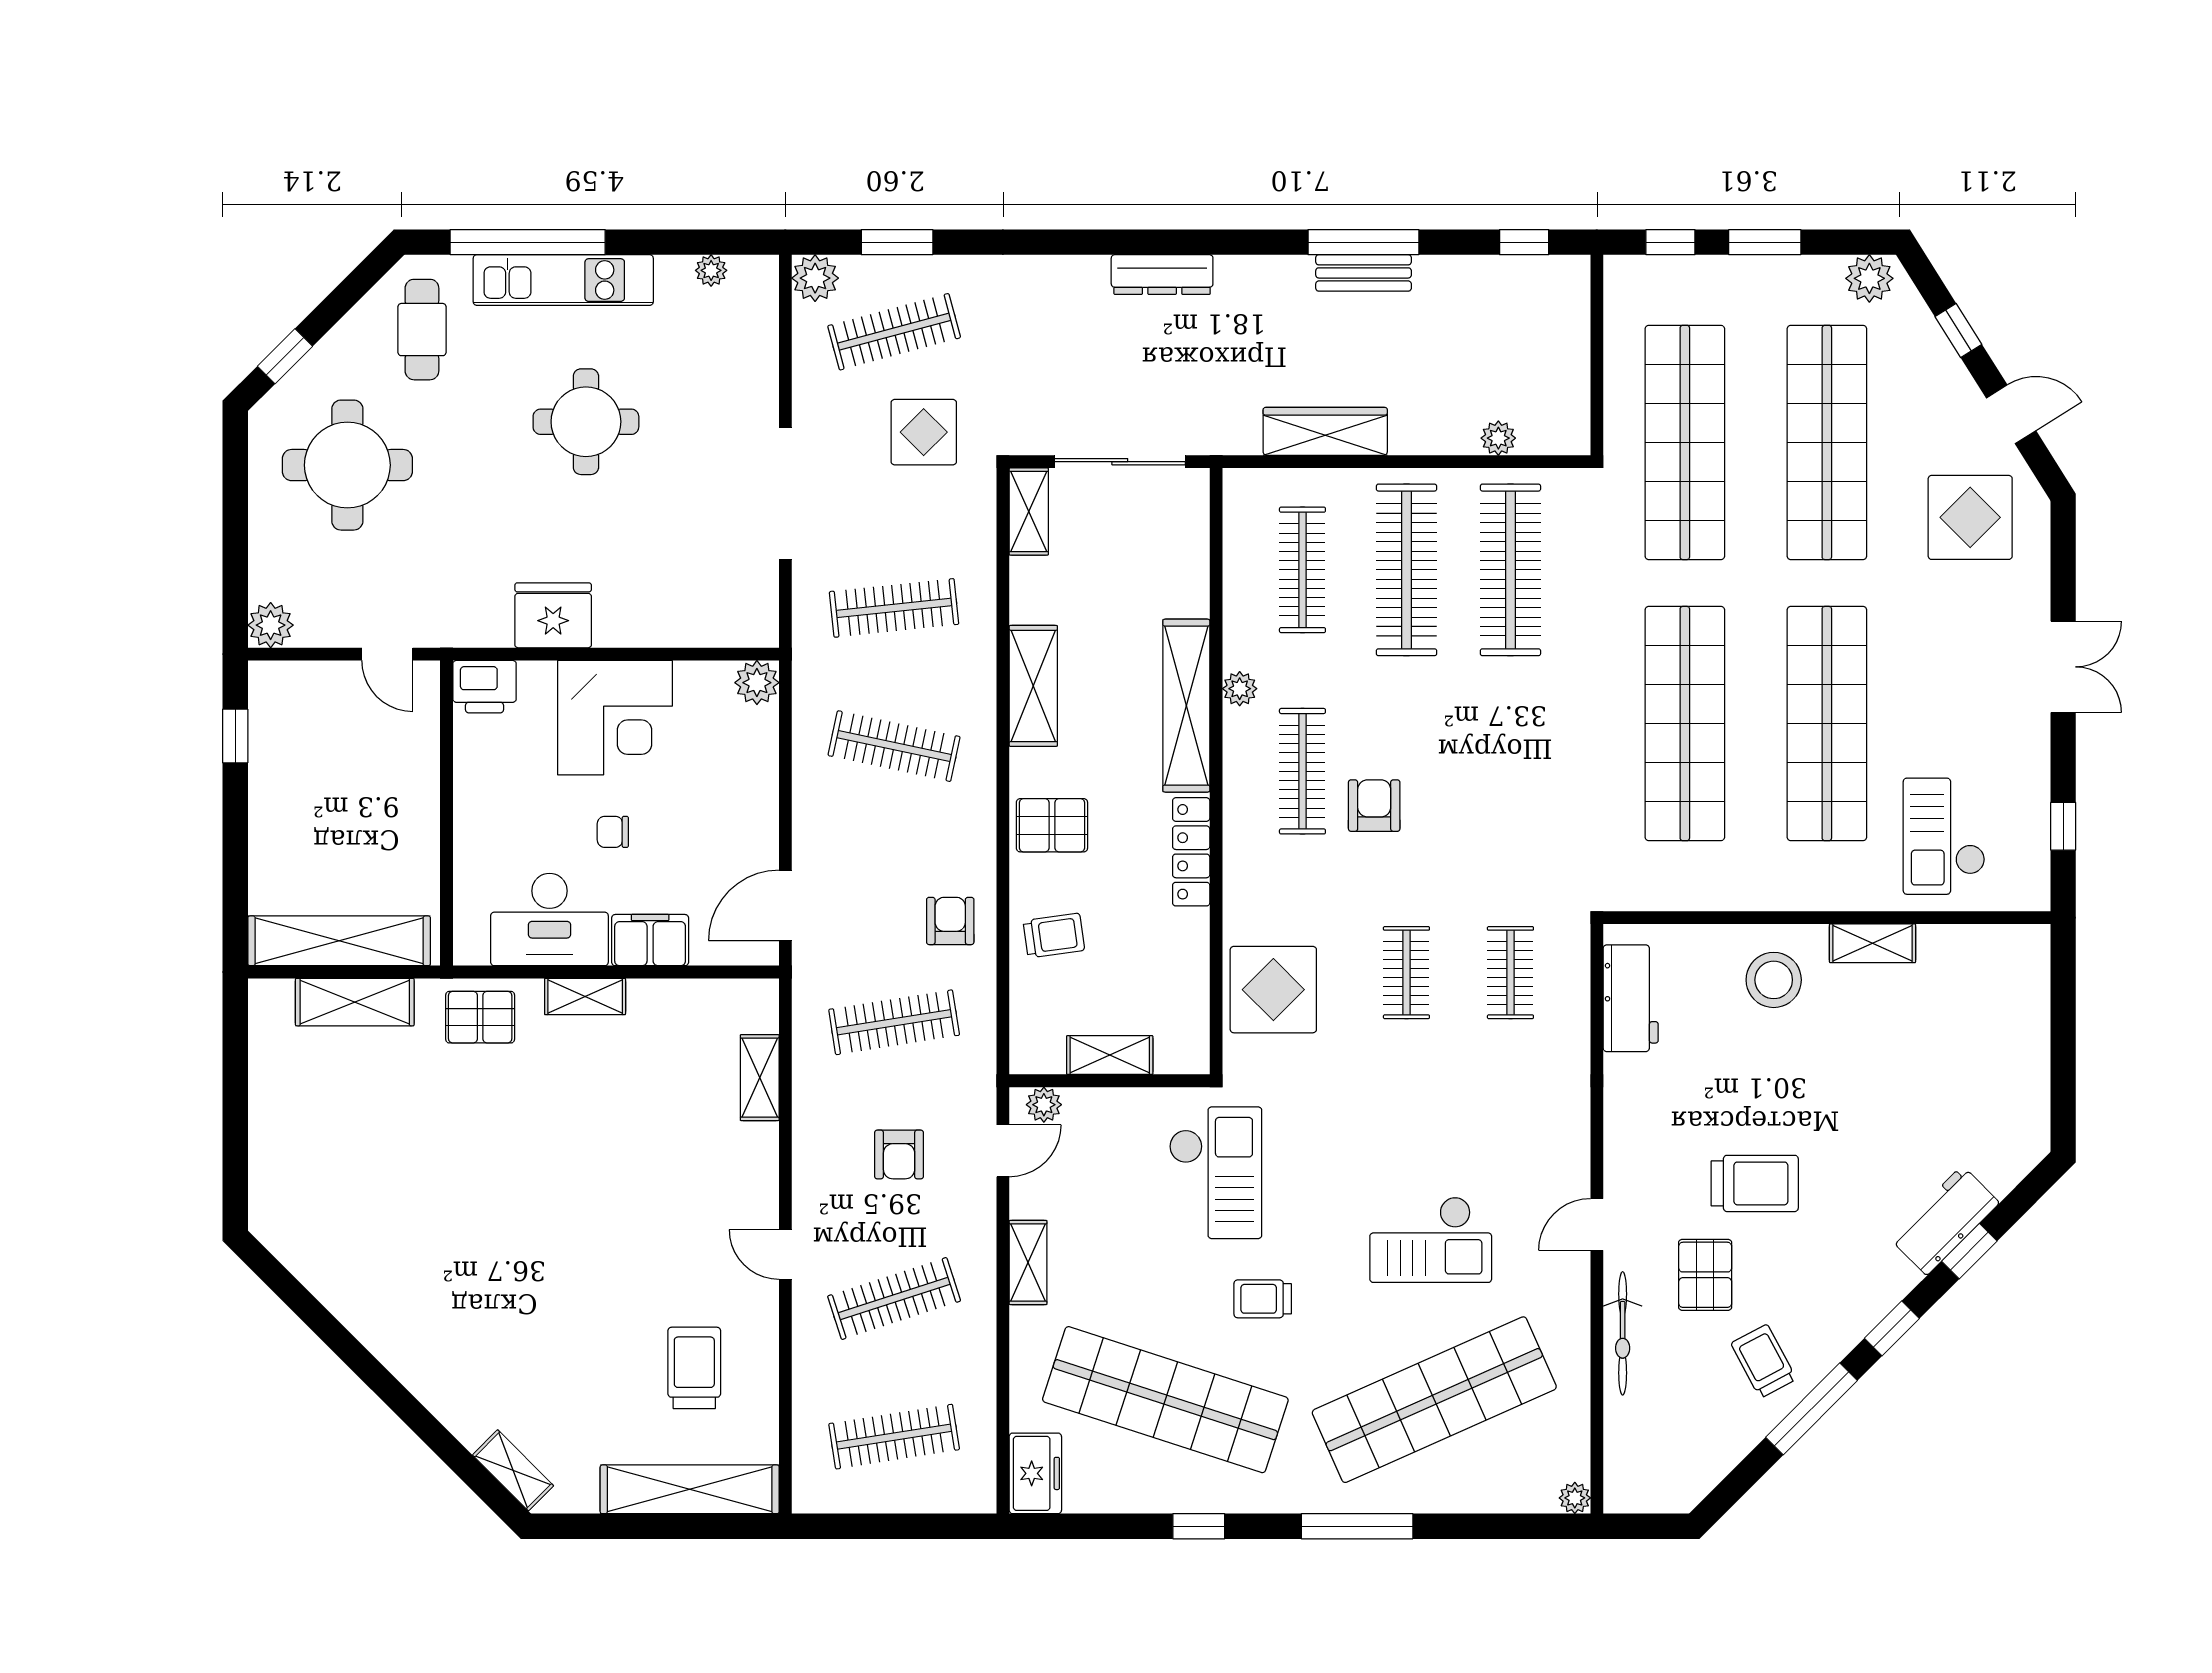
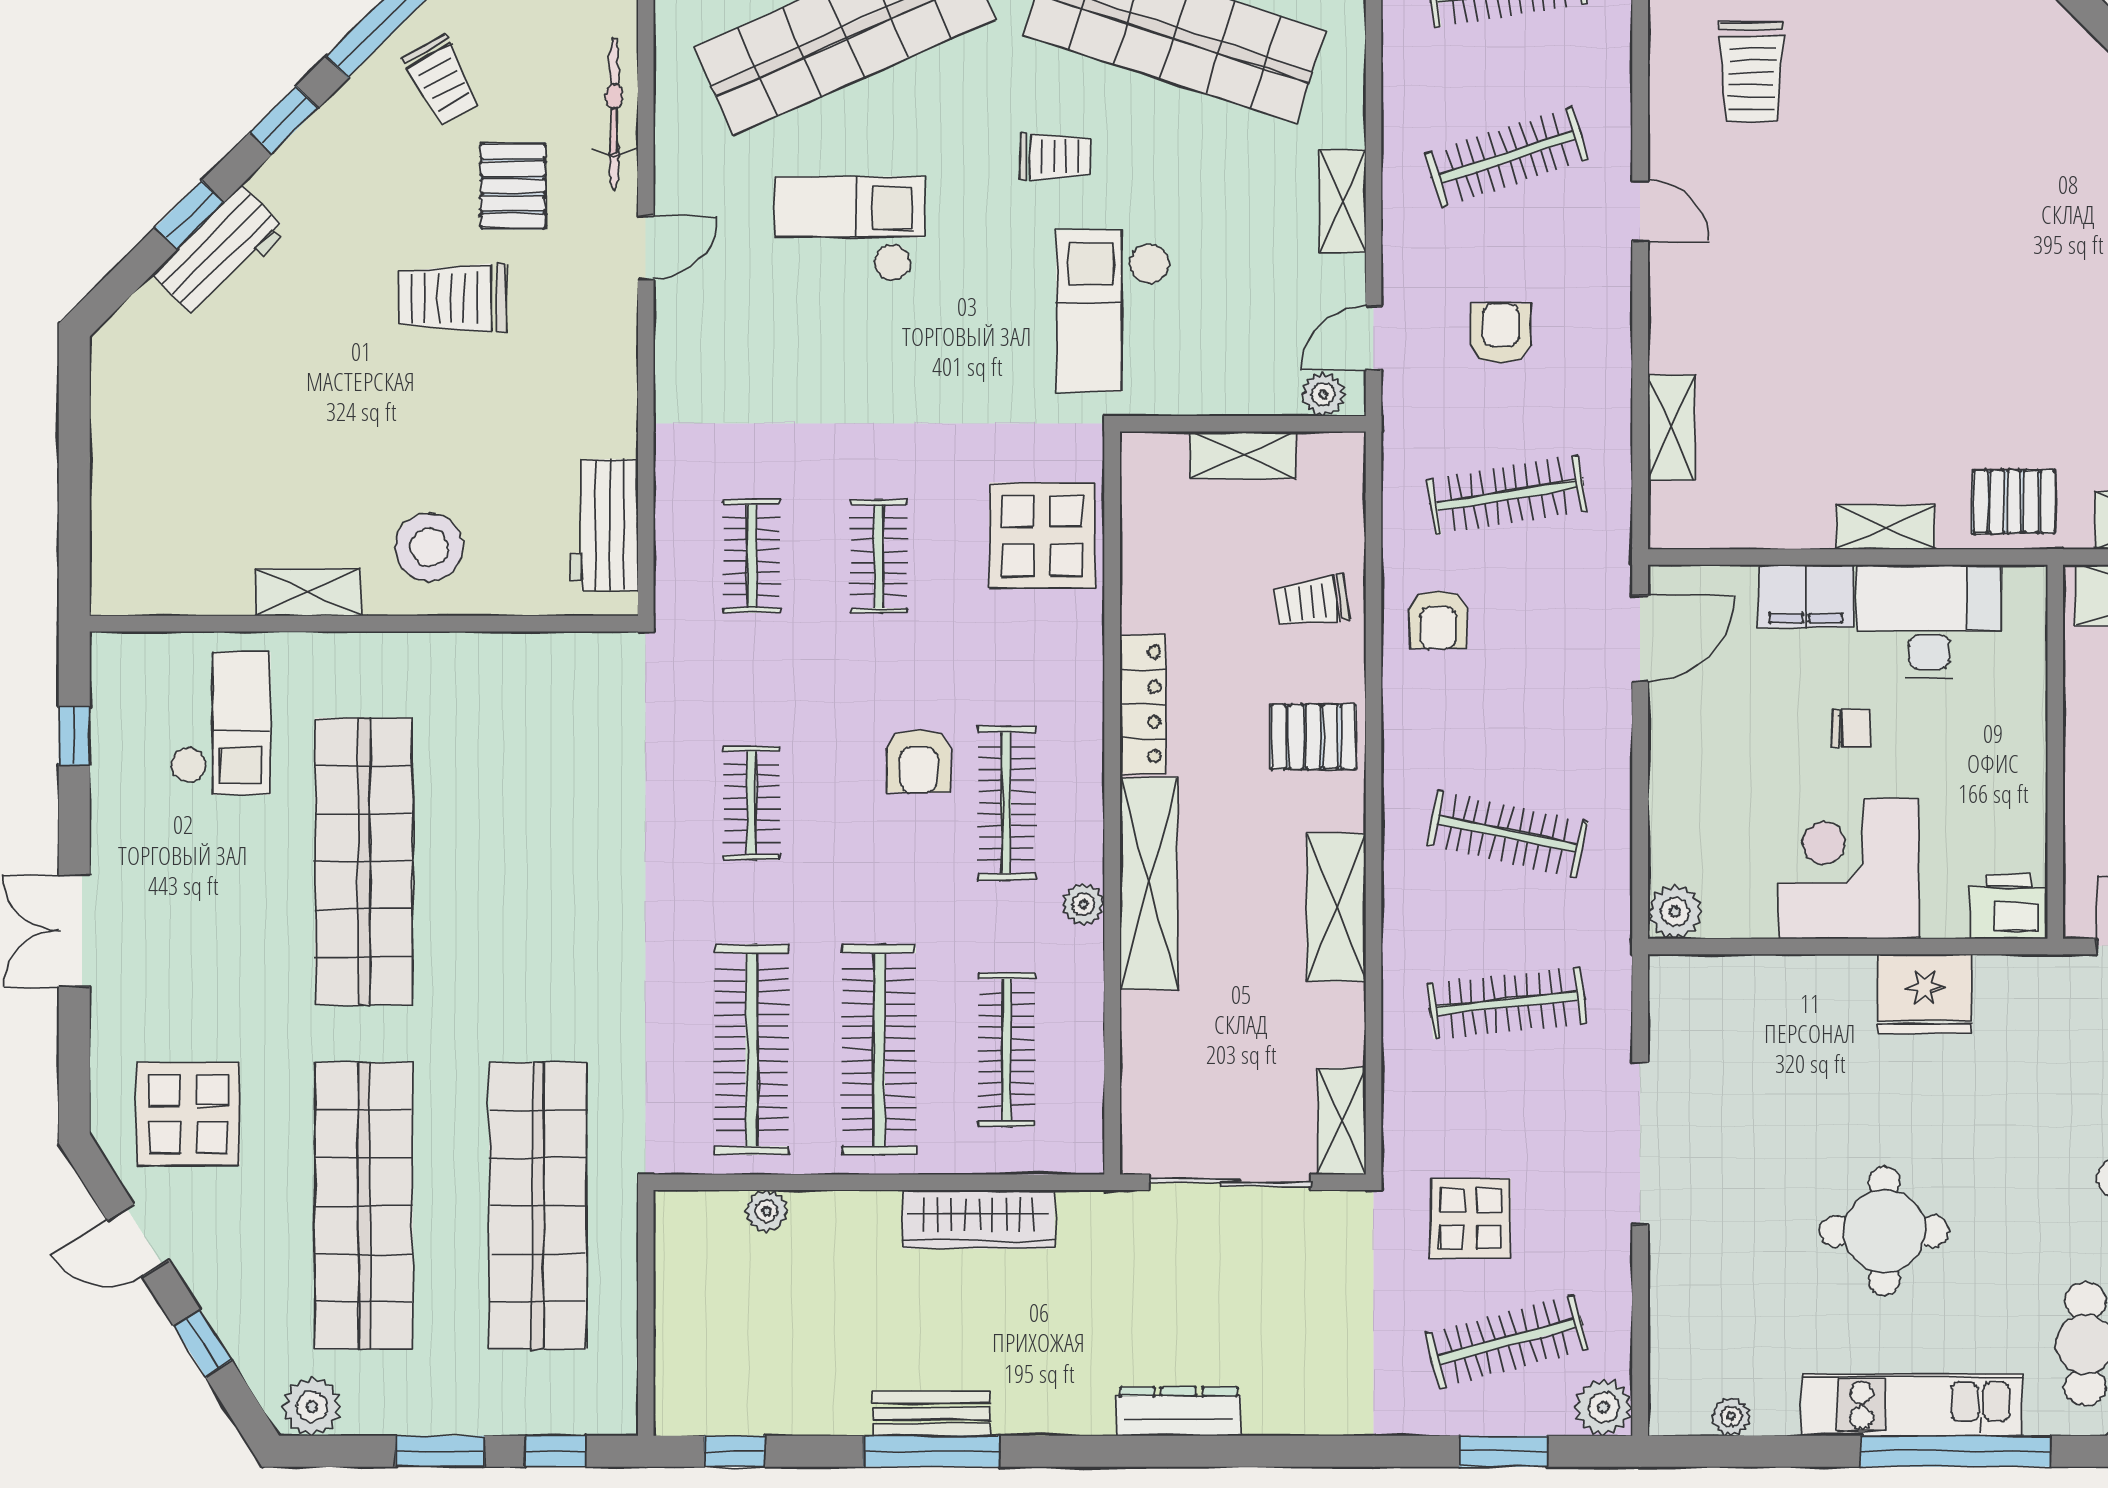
shop shelf: (1685, 724) -> (538, 861), removed
clothes rail: (1510, 771) -> (752, 803), added

